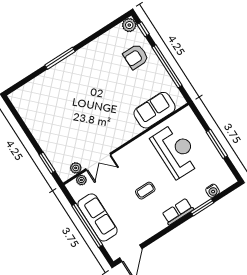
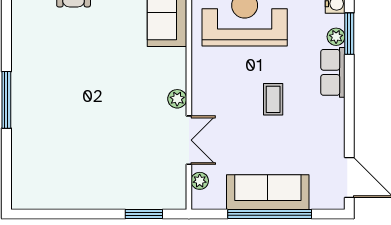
plant: (76, 168) -> (177, 99), moved
plant: (196, 202) -> (336, 37), added

